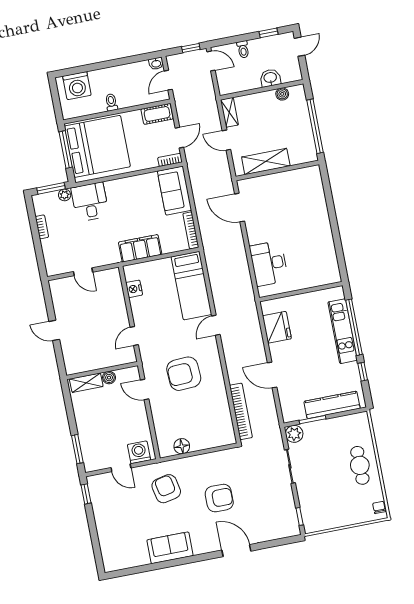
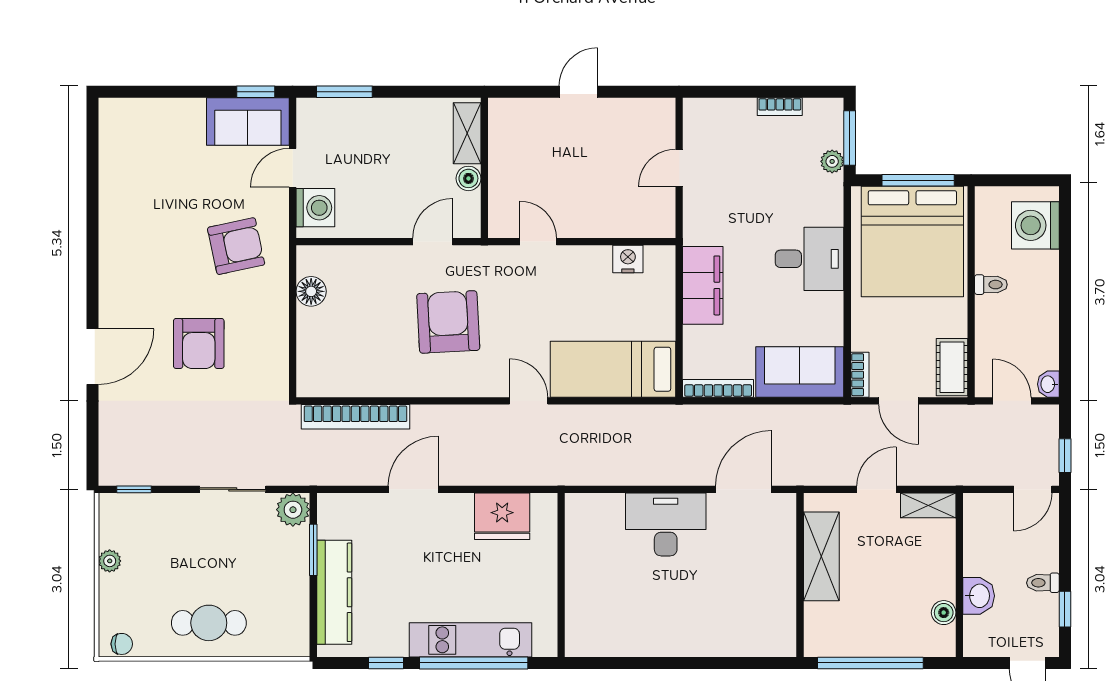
toilet: (243, 49) -> (1043, 583), moved
desk: (90, 202) -> (810, 259), moved
desk: (269, 263) -> (666, 525), moved
plant: (338, 522) -> (110, 561), added
sofa: (170, 548) -> (248, 121), moved, turned 90

